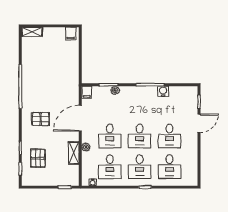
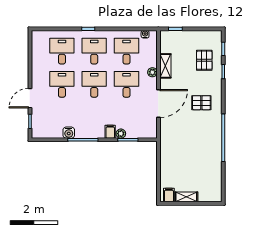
shelving: (32, 32) -> (186, 197), moved
filing cabinet: (87, 92) -> (110, 132), moved

